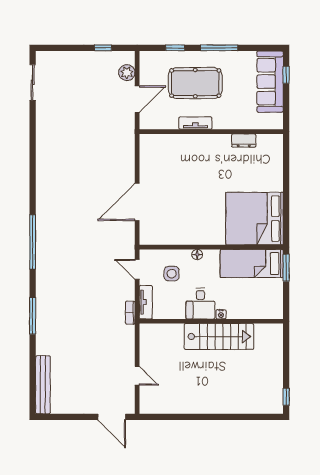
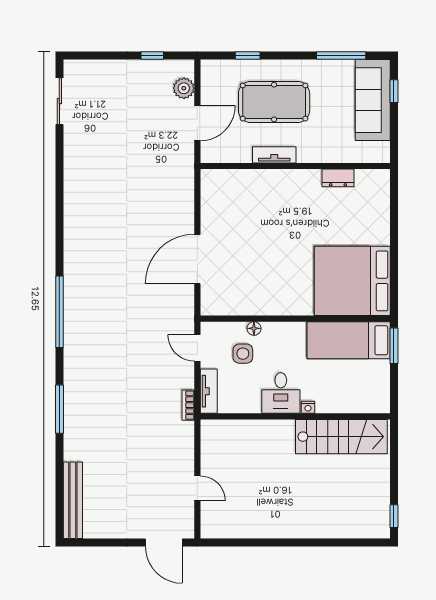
window: (219, 48) -> (341, 56), moved
floor lamp: (197, 255) -> (254, 328), moved
stairs: (219, 337) -> (341, 437), moved

